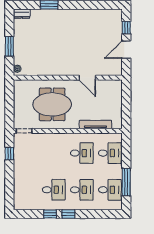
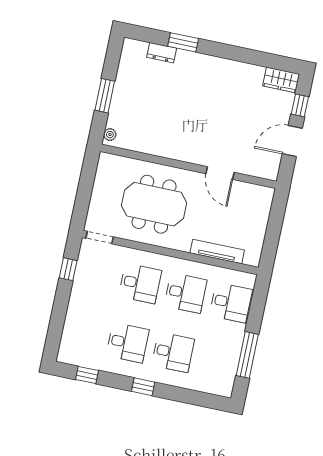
dresser: (22, 14) -> (162, 53), moved
wardrobe: (112, 15) -> (281, 80), added
desk: (110, 190) -> (140, 283), moved
window: (50, 214) -> (87, 375), moved

